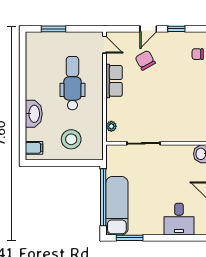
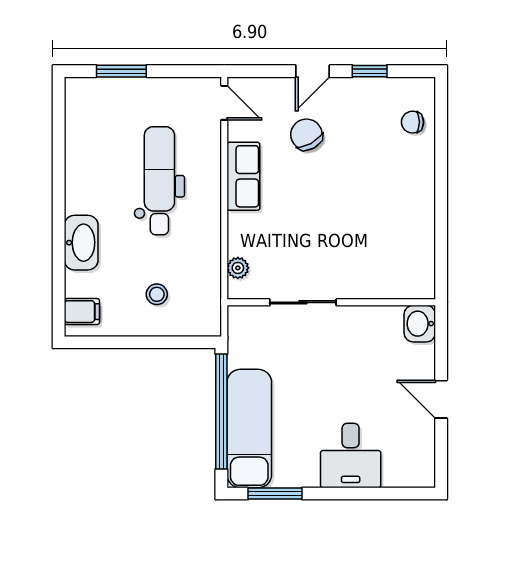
stool: (71, 139) -> (157, 294), width x0.53, depth x0.53
desk: (179, 219) -> (351, 456), moved

